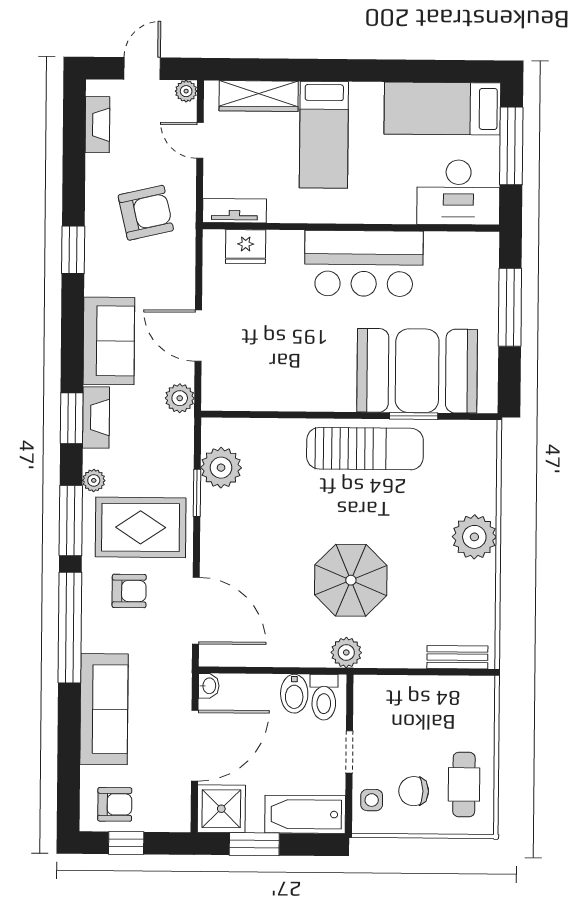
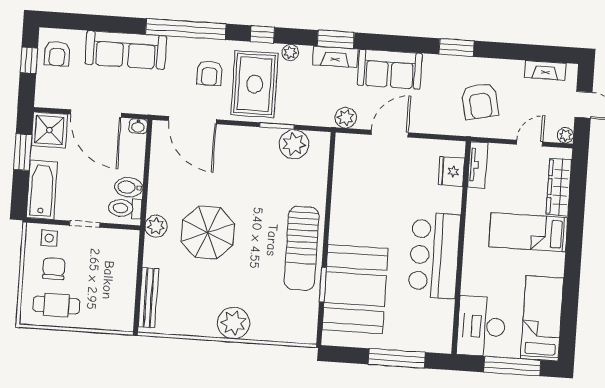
window: (71, 521) -> (262, 34), width x0.46
door: (196, 611) -> (193, 120), hinge flipped
bench: (457, 657) -> (149, 298), width x1.36

